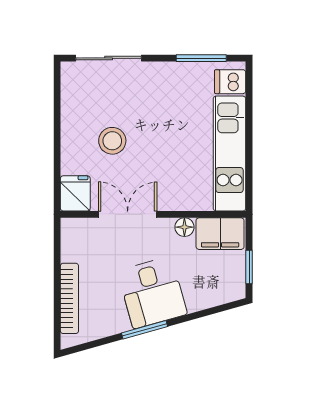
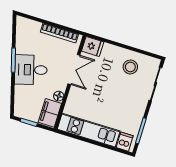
stool: (112, 141) -> (130, 67), moved
bookcase: (69, 298) -> (59, 33), moved

